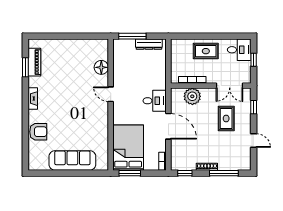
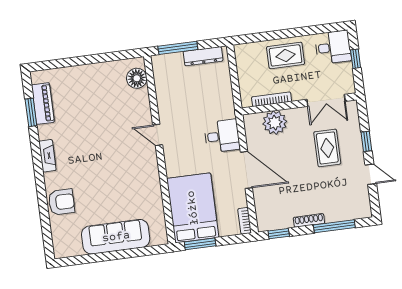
floor lamp: (101, 67) -> (137, 78), moved
window: (254, 107) -> (366, 141), moved

